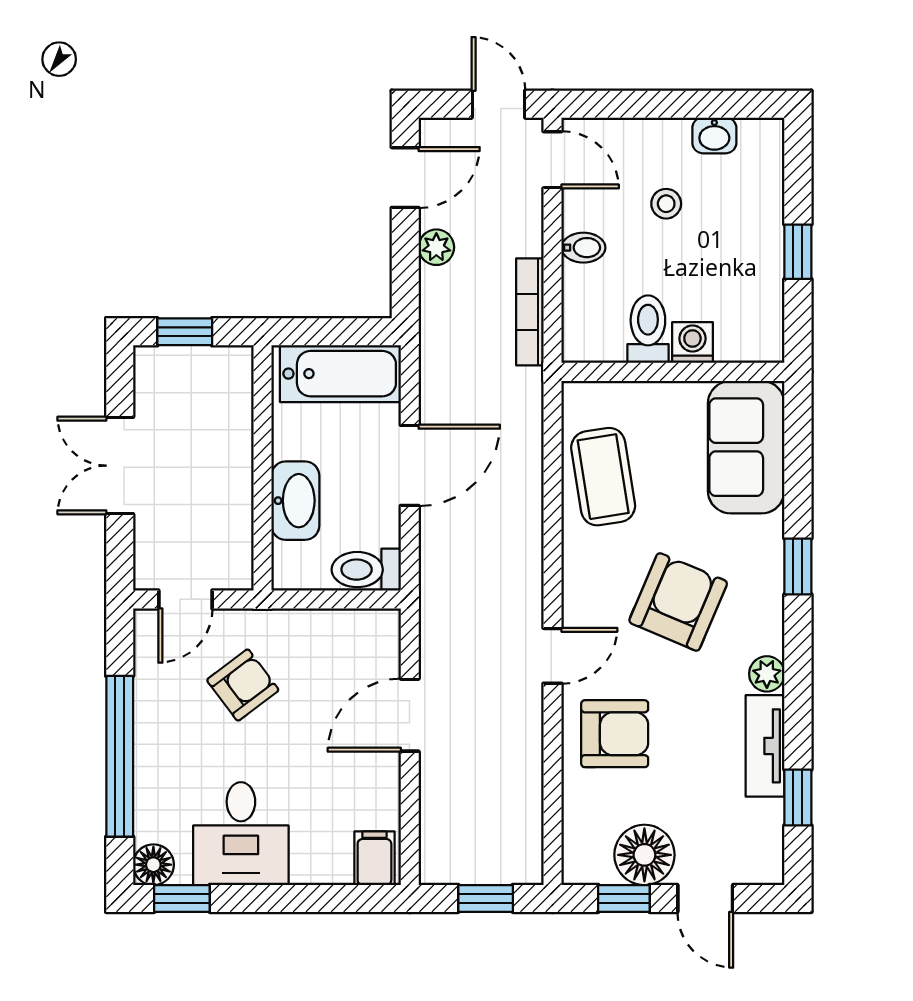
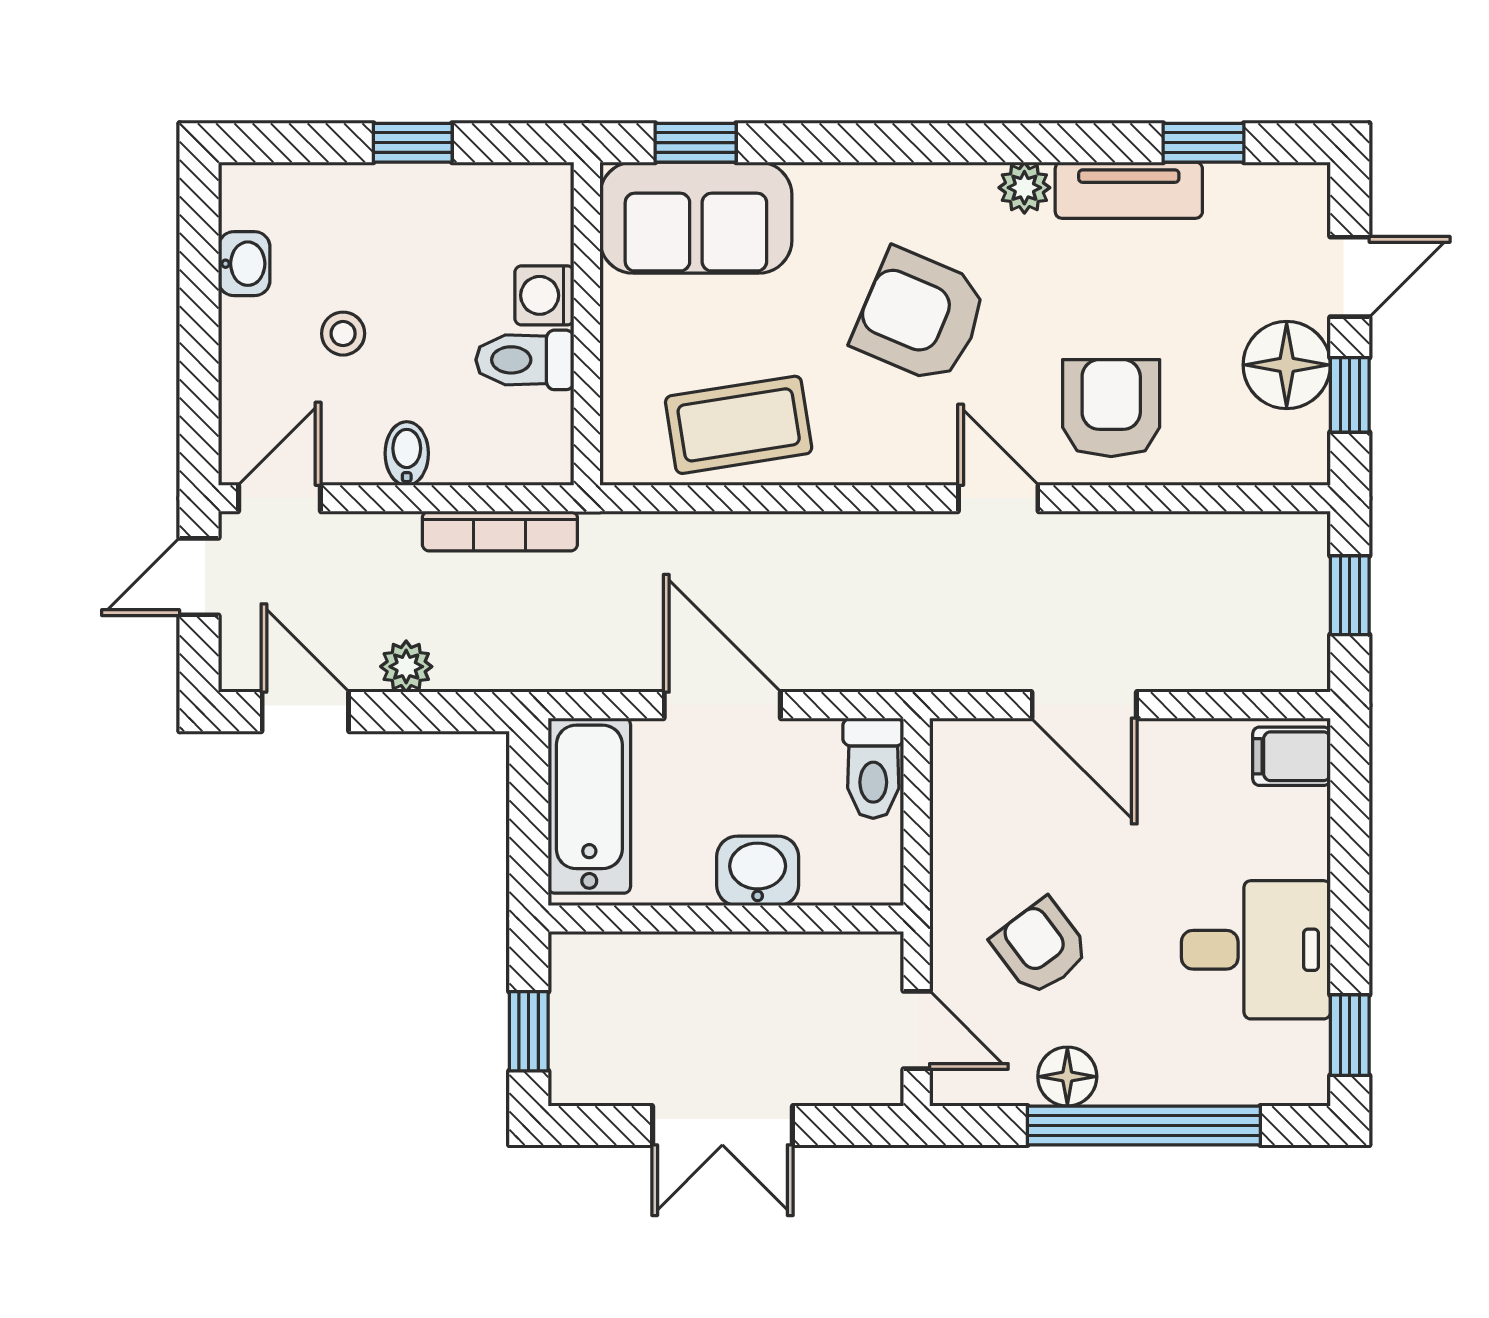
washbasin: (295, 501) -> (758, 871), width x0.72
window: (798, 566) -> (696, 143), moved
floor lamp: (153, 865) -> (1067, 1077), moved

